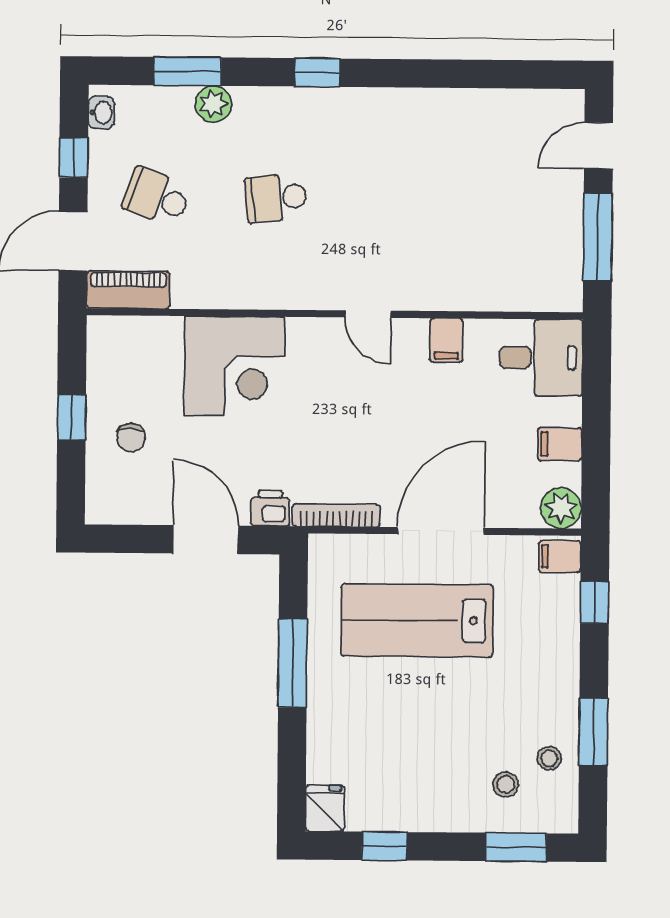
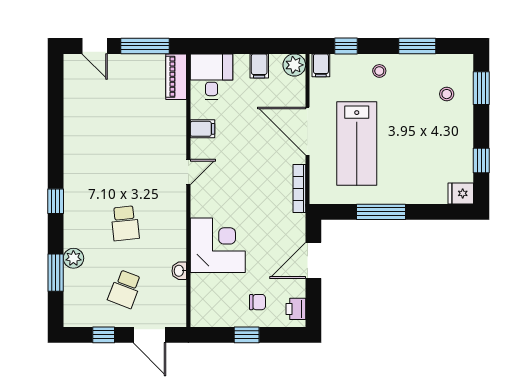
washbasin: (101, 113) -> (179, 271), moved, turned -90
piano: (128, 290) -> (176, 77), moved
printer: (270, 508) -> (296, 309), moved
stool: (549, 758) -> (379, 71), moved

